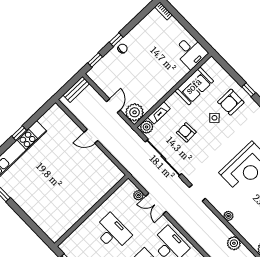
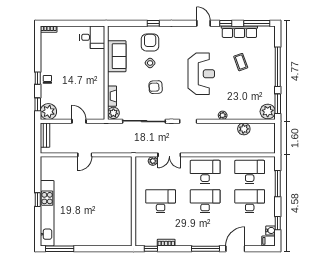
armchair: (231, 102) -> (150, 43), turned 180
plant: (135, 112) -> (48, 112), moved
armchair: (186, 132) -> (156, 87), moved

